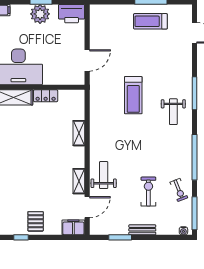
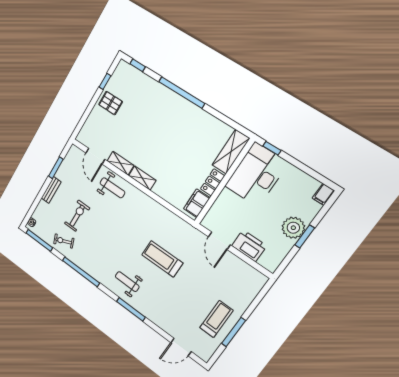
printer: (72, 14) -> (249, 246), moved, turned 90
shelving: (79, 133) -> (142, 178), moved
exercise bike: (148, 192) -> (77, 216), turned -90
filing cabinet: (73, 227) -> (197, 203), moved, turned 180

